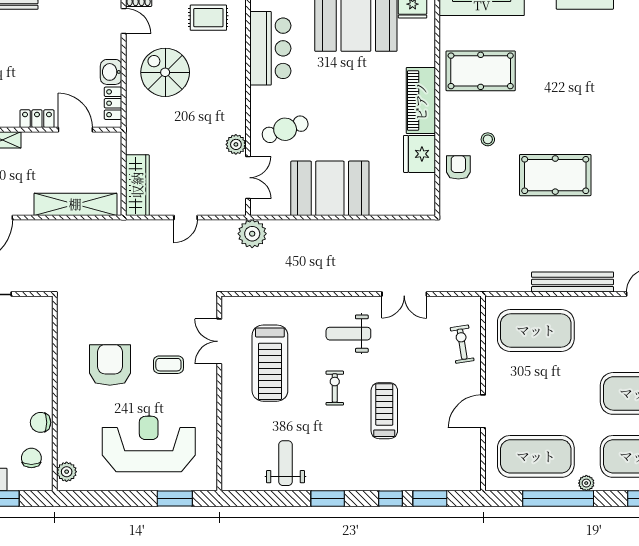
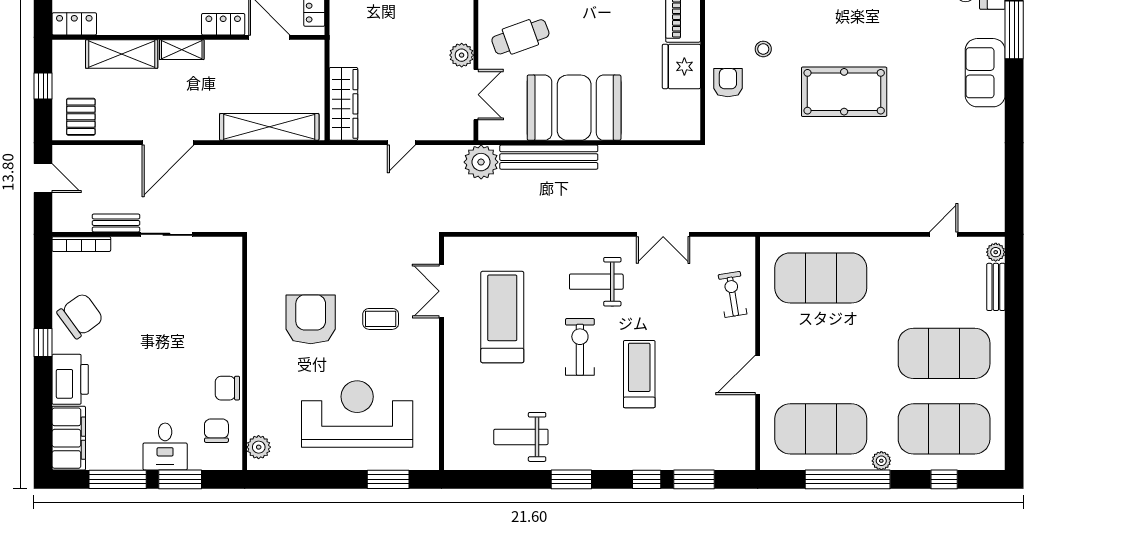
bench: (573, 282) -> (549, 157), moved
treadmill: (270, 363) -> (502, 317), turned 180
exercise bike: (335, 388) -> (580, 347), width x1.38, depth x1.39
weight bench: (285, 463) -> (521, 437), turned -90

